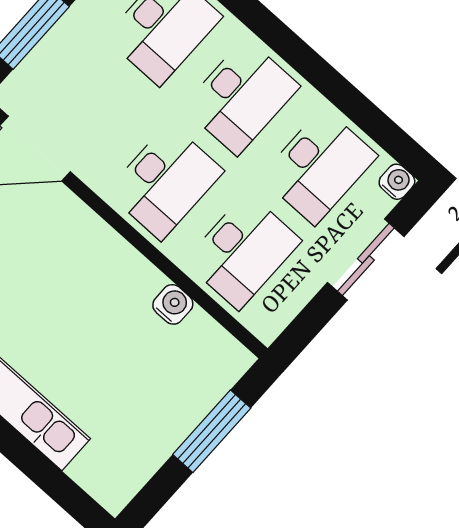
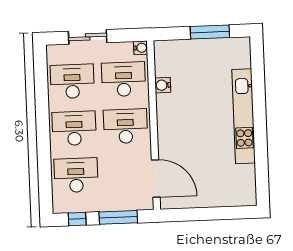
water cooler: (397, 182) -> (141, 48), moved, turned 180
window: (212, 431) -> (210, 32), moved

